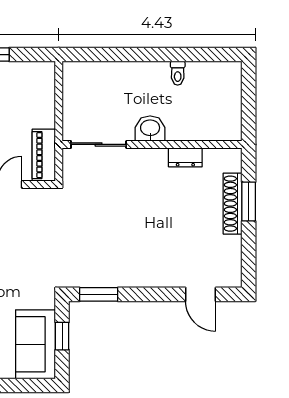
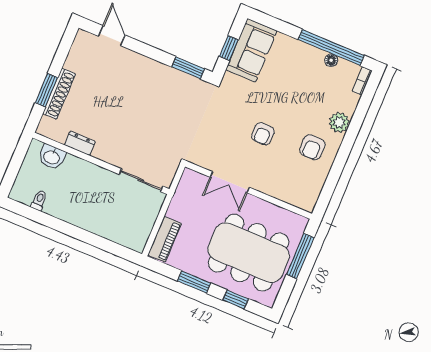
toilet: (178, 73) -> (39, 200), moved
washbasin: (150, 129) -> (52, 157), moved
piano: (44, 155) -> (165, 239), moved

